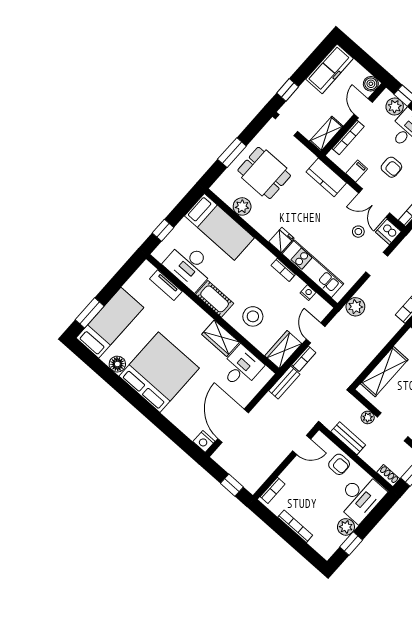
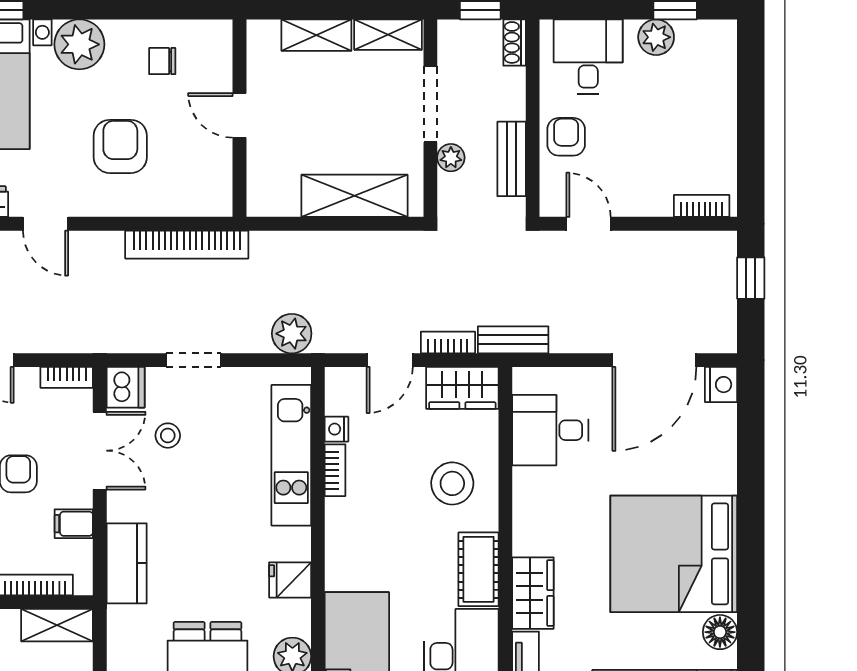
fridge: (281, 240) -> (290, 580), moved
bookcase: (283, 270) -> (335, 470), moved
wardrobe: (221, 338) -> (533, 593), moved
desk: (360, 497) -> (588, 57), width x0.73
bookcase: (295, 526) -> (727, 119), removed

